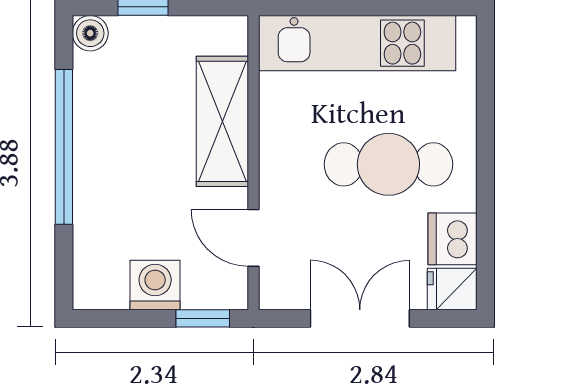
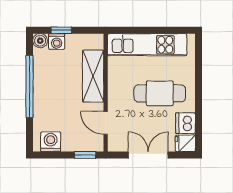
washing machine: (131, 35) -> (57, 42), added
washing machine: (155, 285) -> (51, 142), moved

